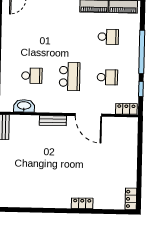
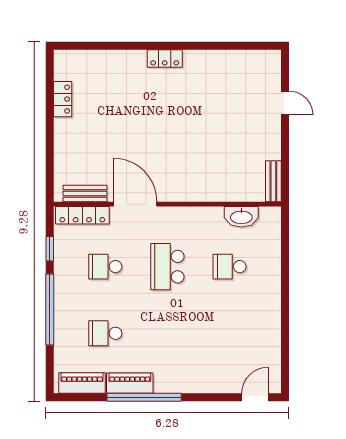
locker: (126, 109) -> (82, 215), width x1.53
bench: (53, 121) -> (85, 193), moved
locker: (131, 199) -> (63, 99), moved
locker: (82, 203) -> (165, 58), moved

